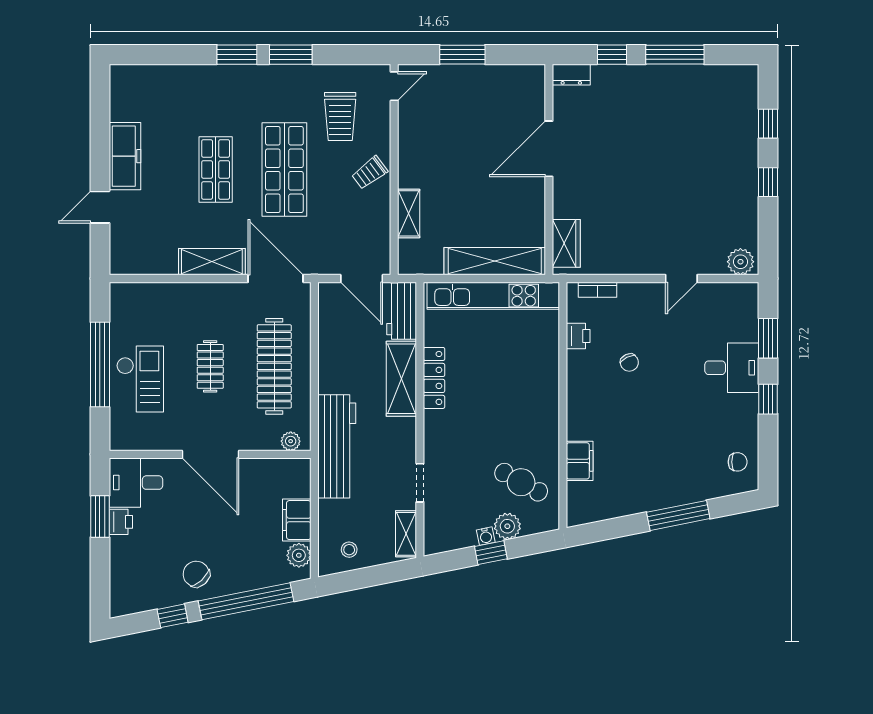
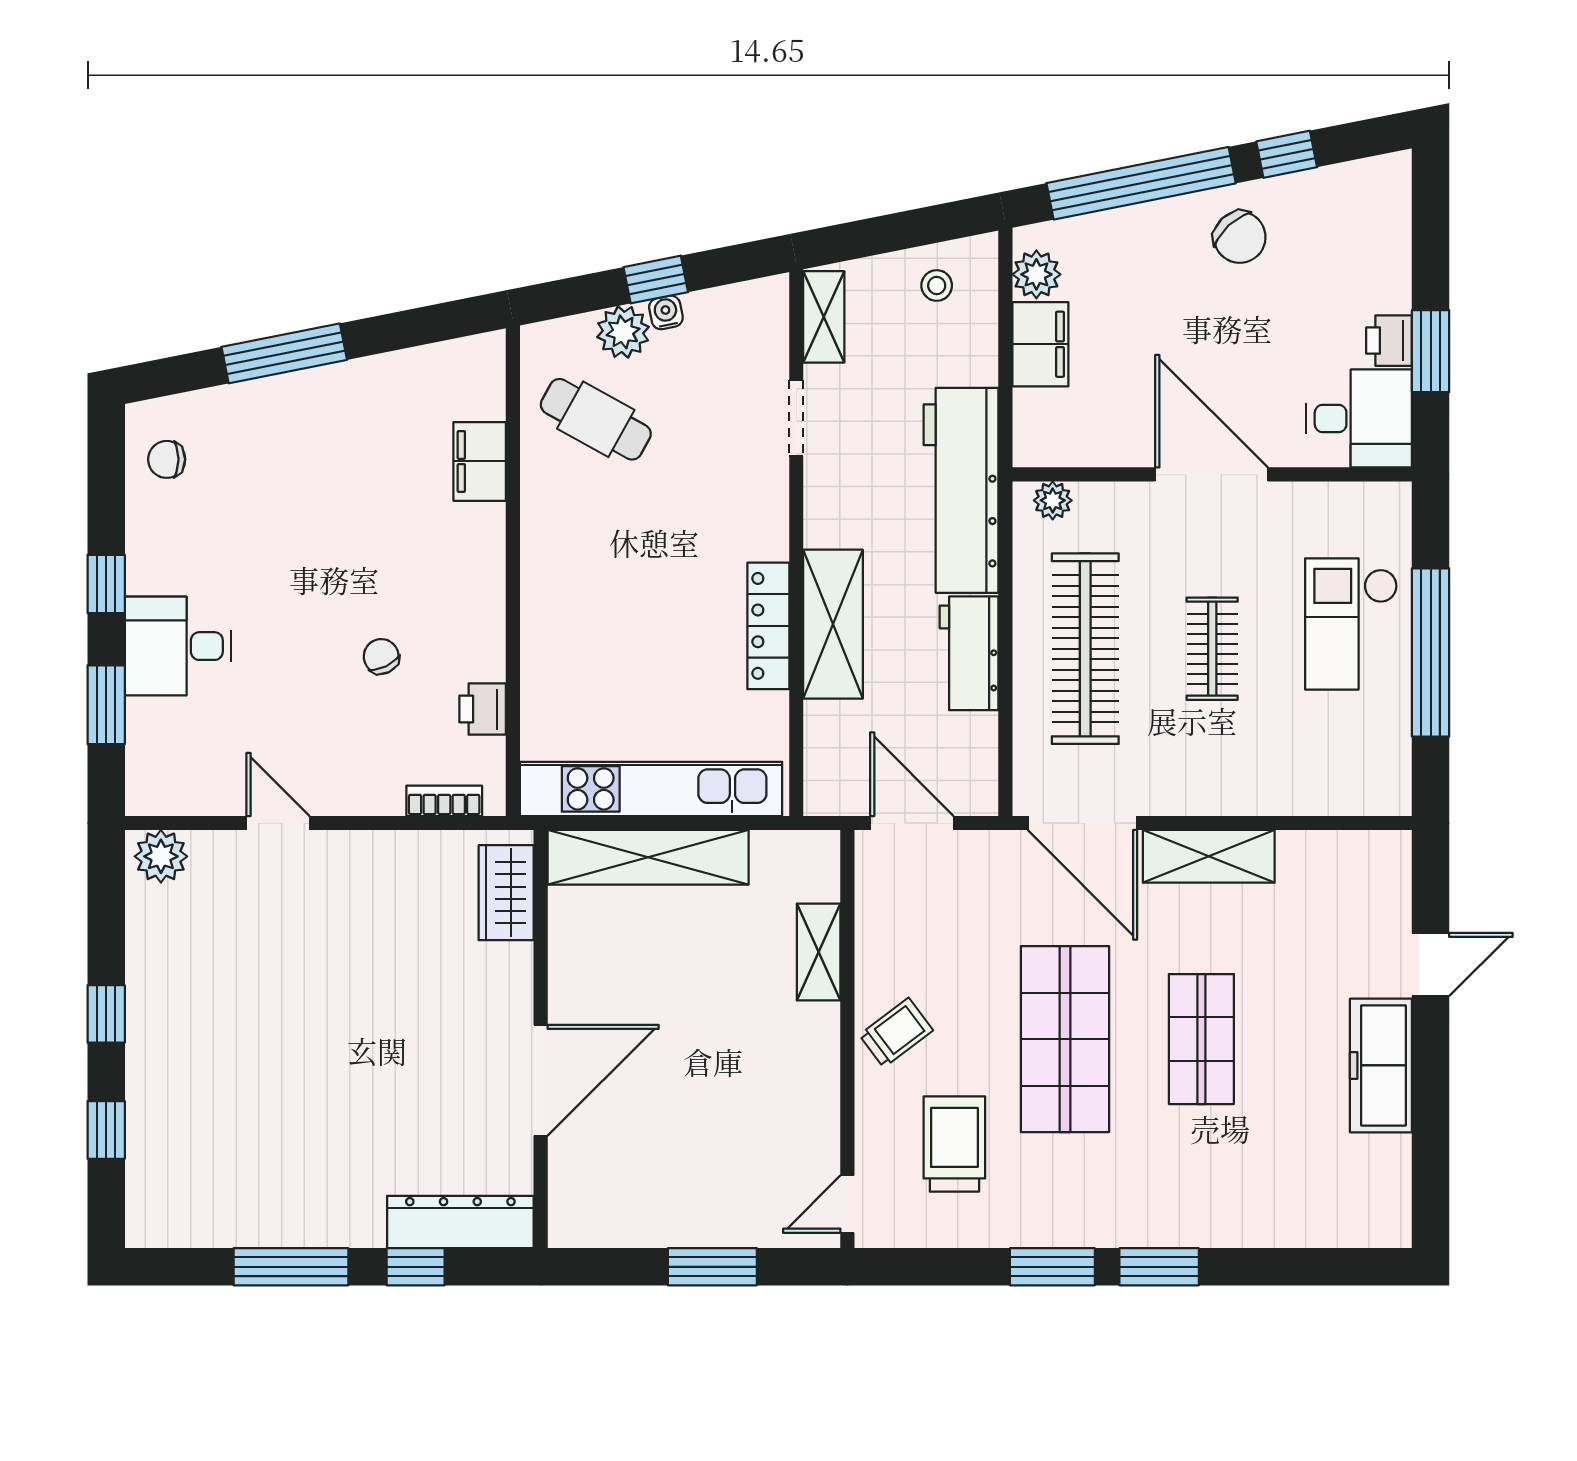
dresser: (571, 75) -> (460, 1222), width x1.96, depth x1.24
door: (681, 278) -> (278, 823), hinge flipped
workbench: (402, 311) -> (969, 653), moved, turned 180

